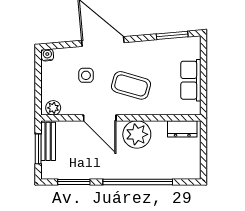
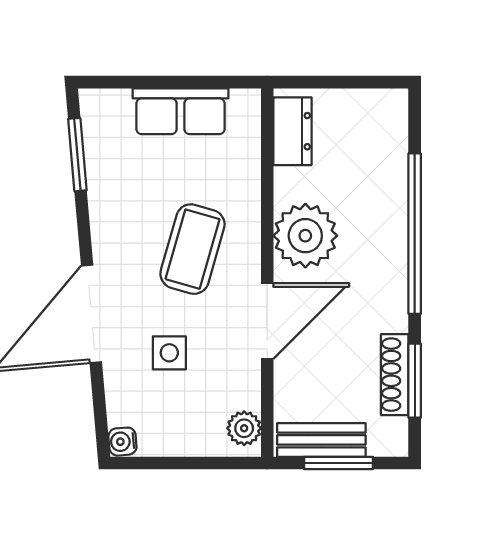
shoe rack: (76, 173) -> (395, 375), added

